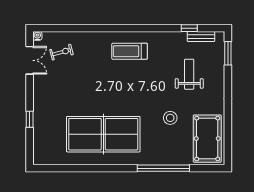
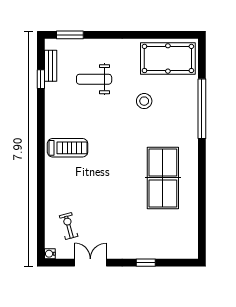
treadmill: (130, 51) -> (68, 148), turned -90
double door: (30, 60) -> (90, 263), moved
table tennis table: (103, 134) -> (163, 178), width x0.73, depth x0.76

